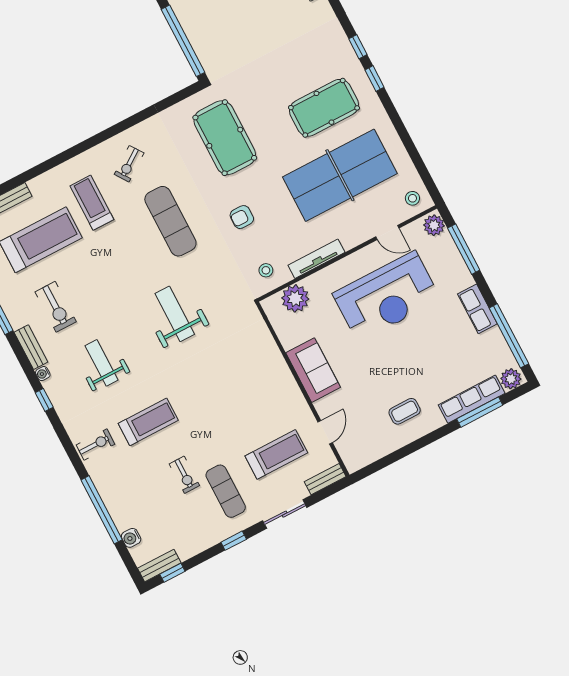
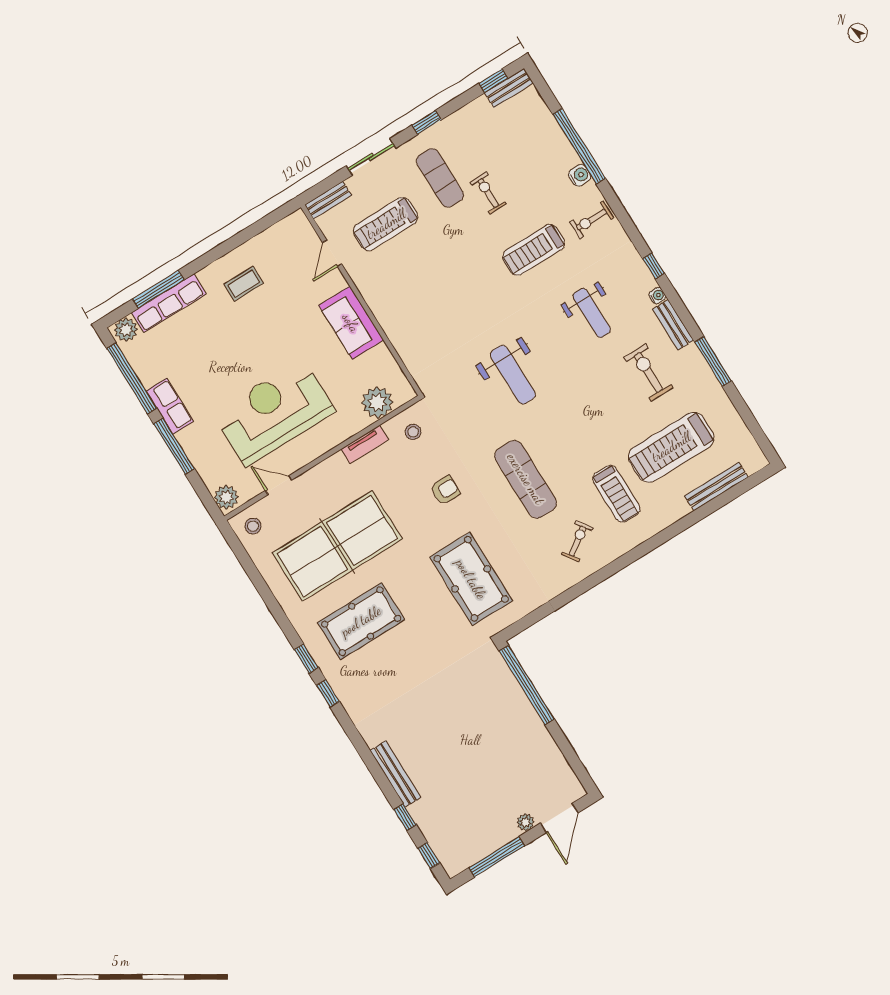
window: (464, 249) -> (174, 446), moved
tv unit: (316, 259) -> (365, 444), width x0.71
water cooler: (131, 538) -> (580, 175), moved

